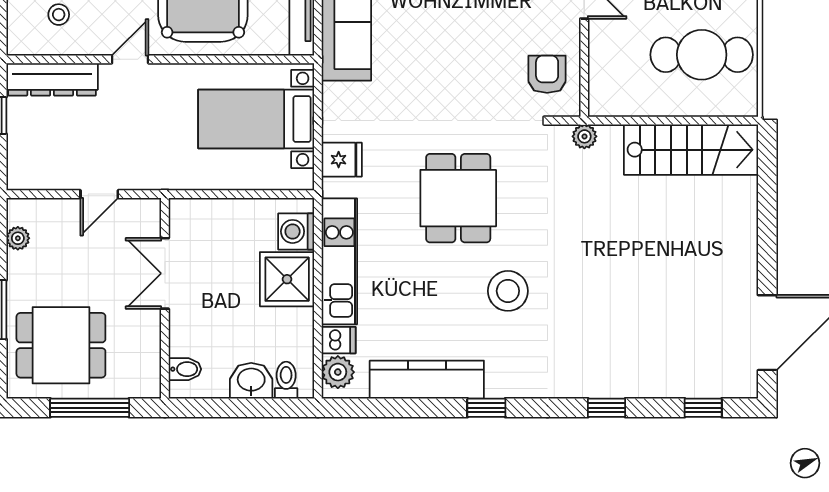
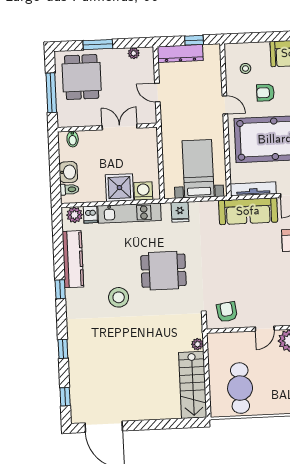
armchair: (547, 74) -> (227, 312), turned -98
dresser: (52, 79) -> (180, 53), moved, turned -90
plant: (584, 136) -> (197, 344), moved

